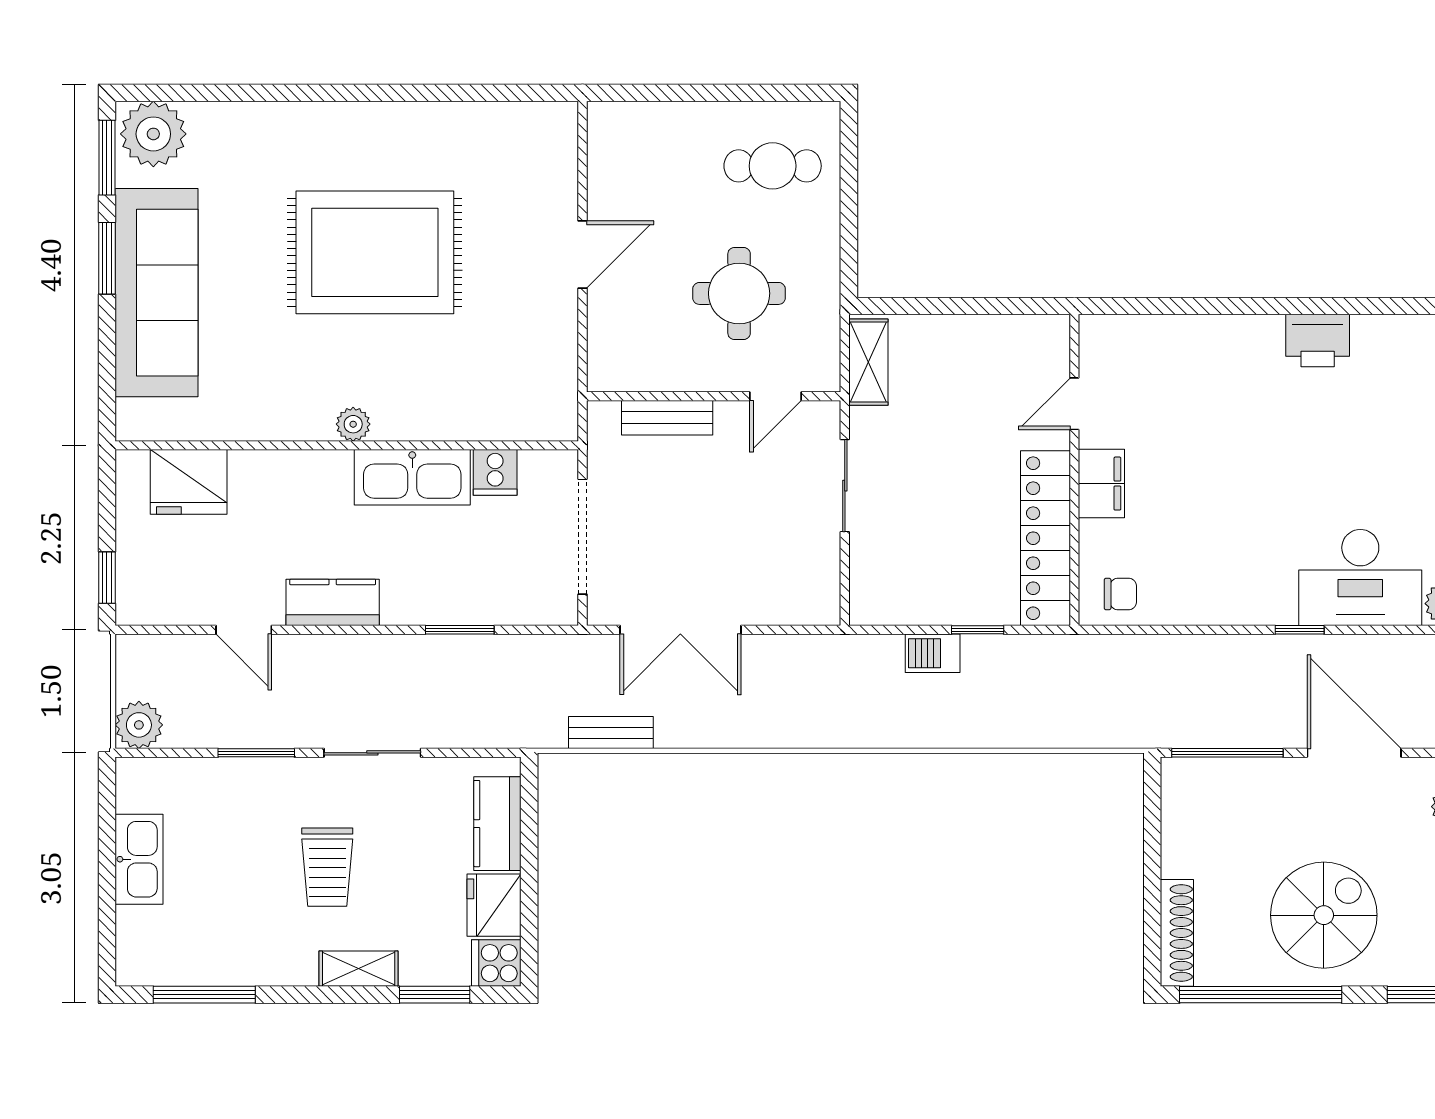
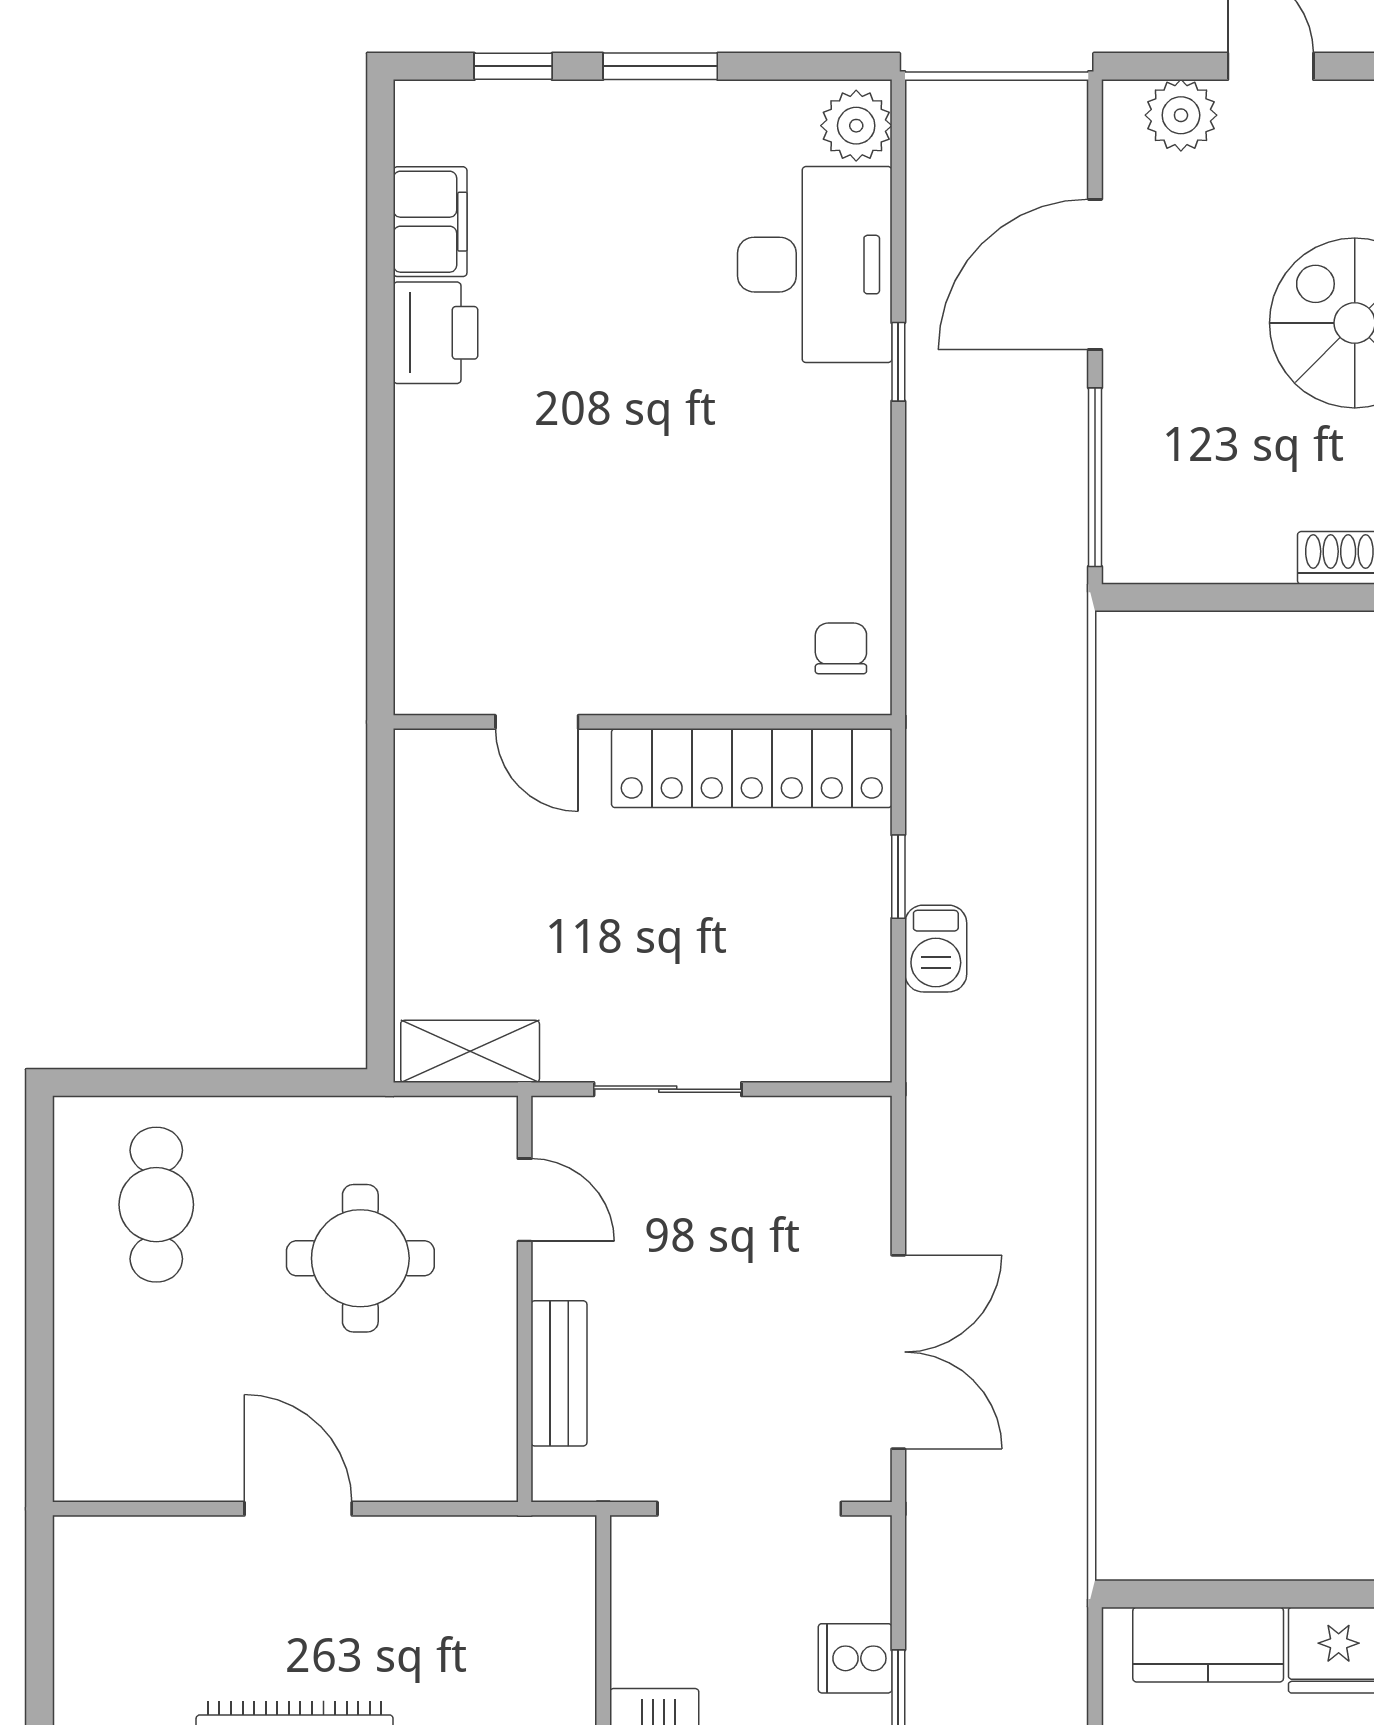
cooker: (495, 472) -> (855, 1658), moved, turned 180
filing cabinet: (1101, 484) -> (430, 222), moved, turned 90
bench: (611, 733) -> (1063, 1463), removed

